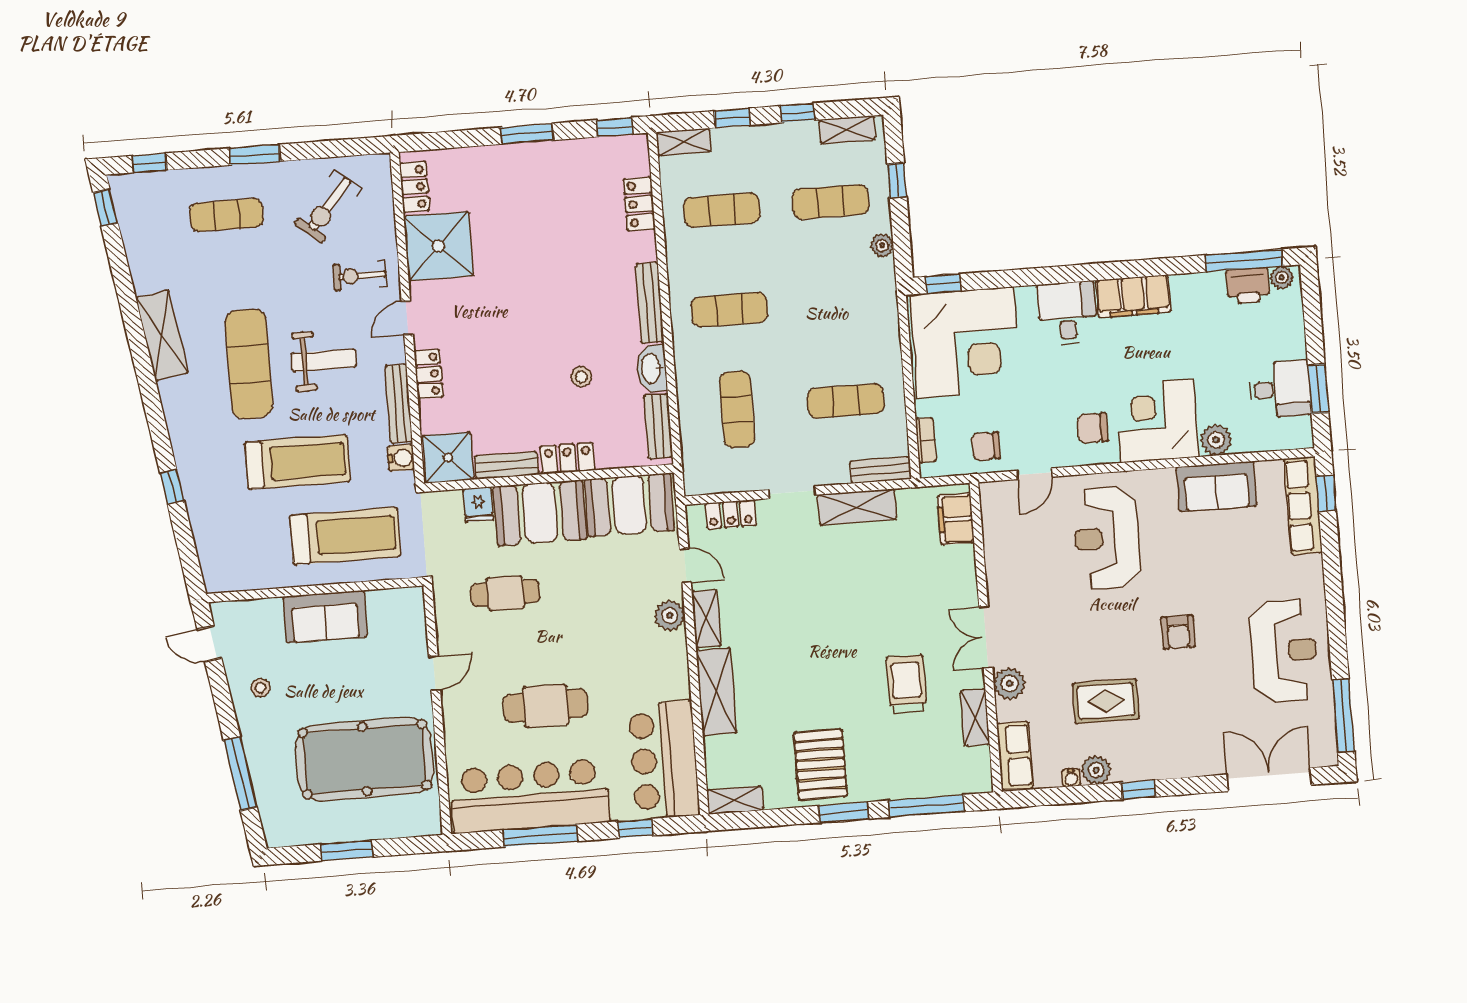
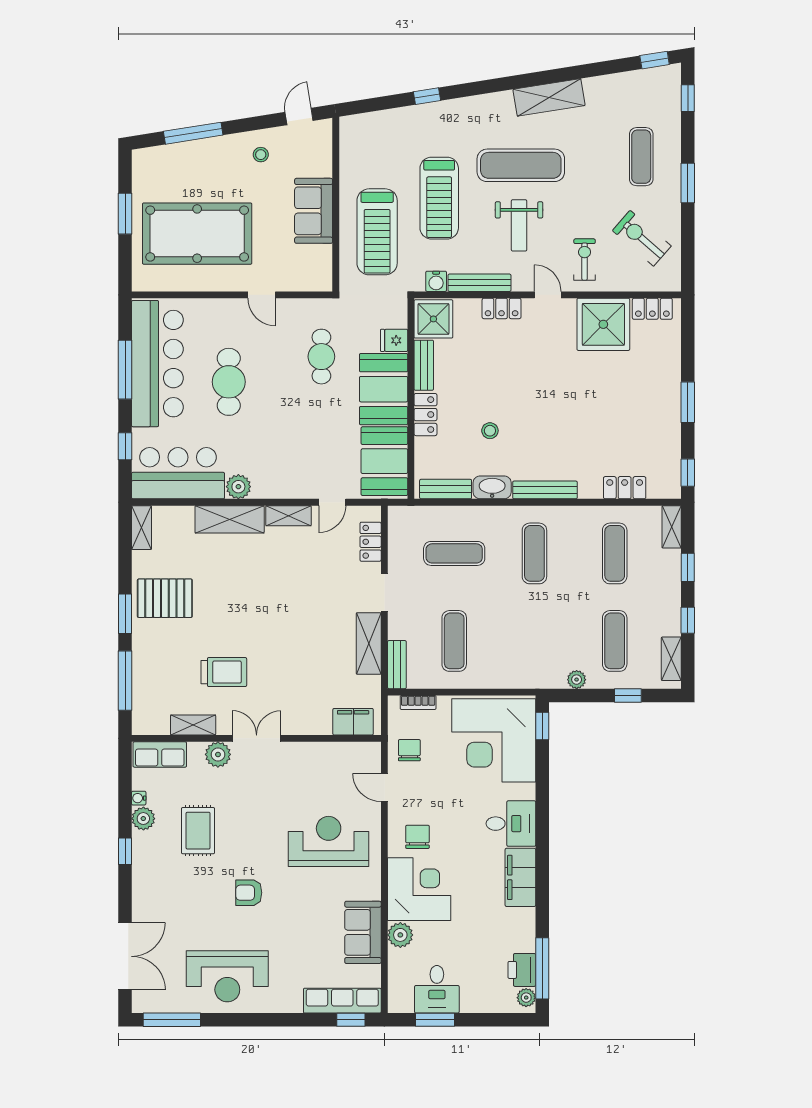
plant: (670, 616) -> (238, 487), moved
pool table: (365, 759) -> (197, 234), turned 90

